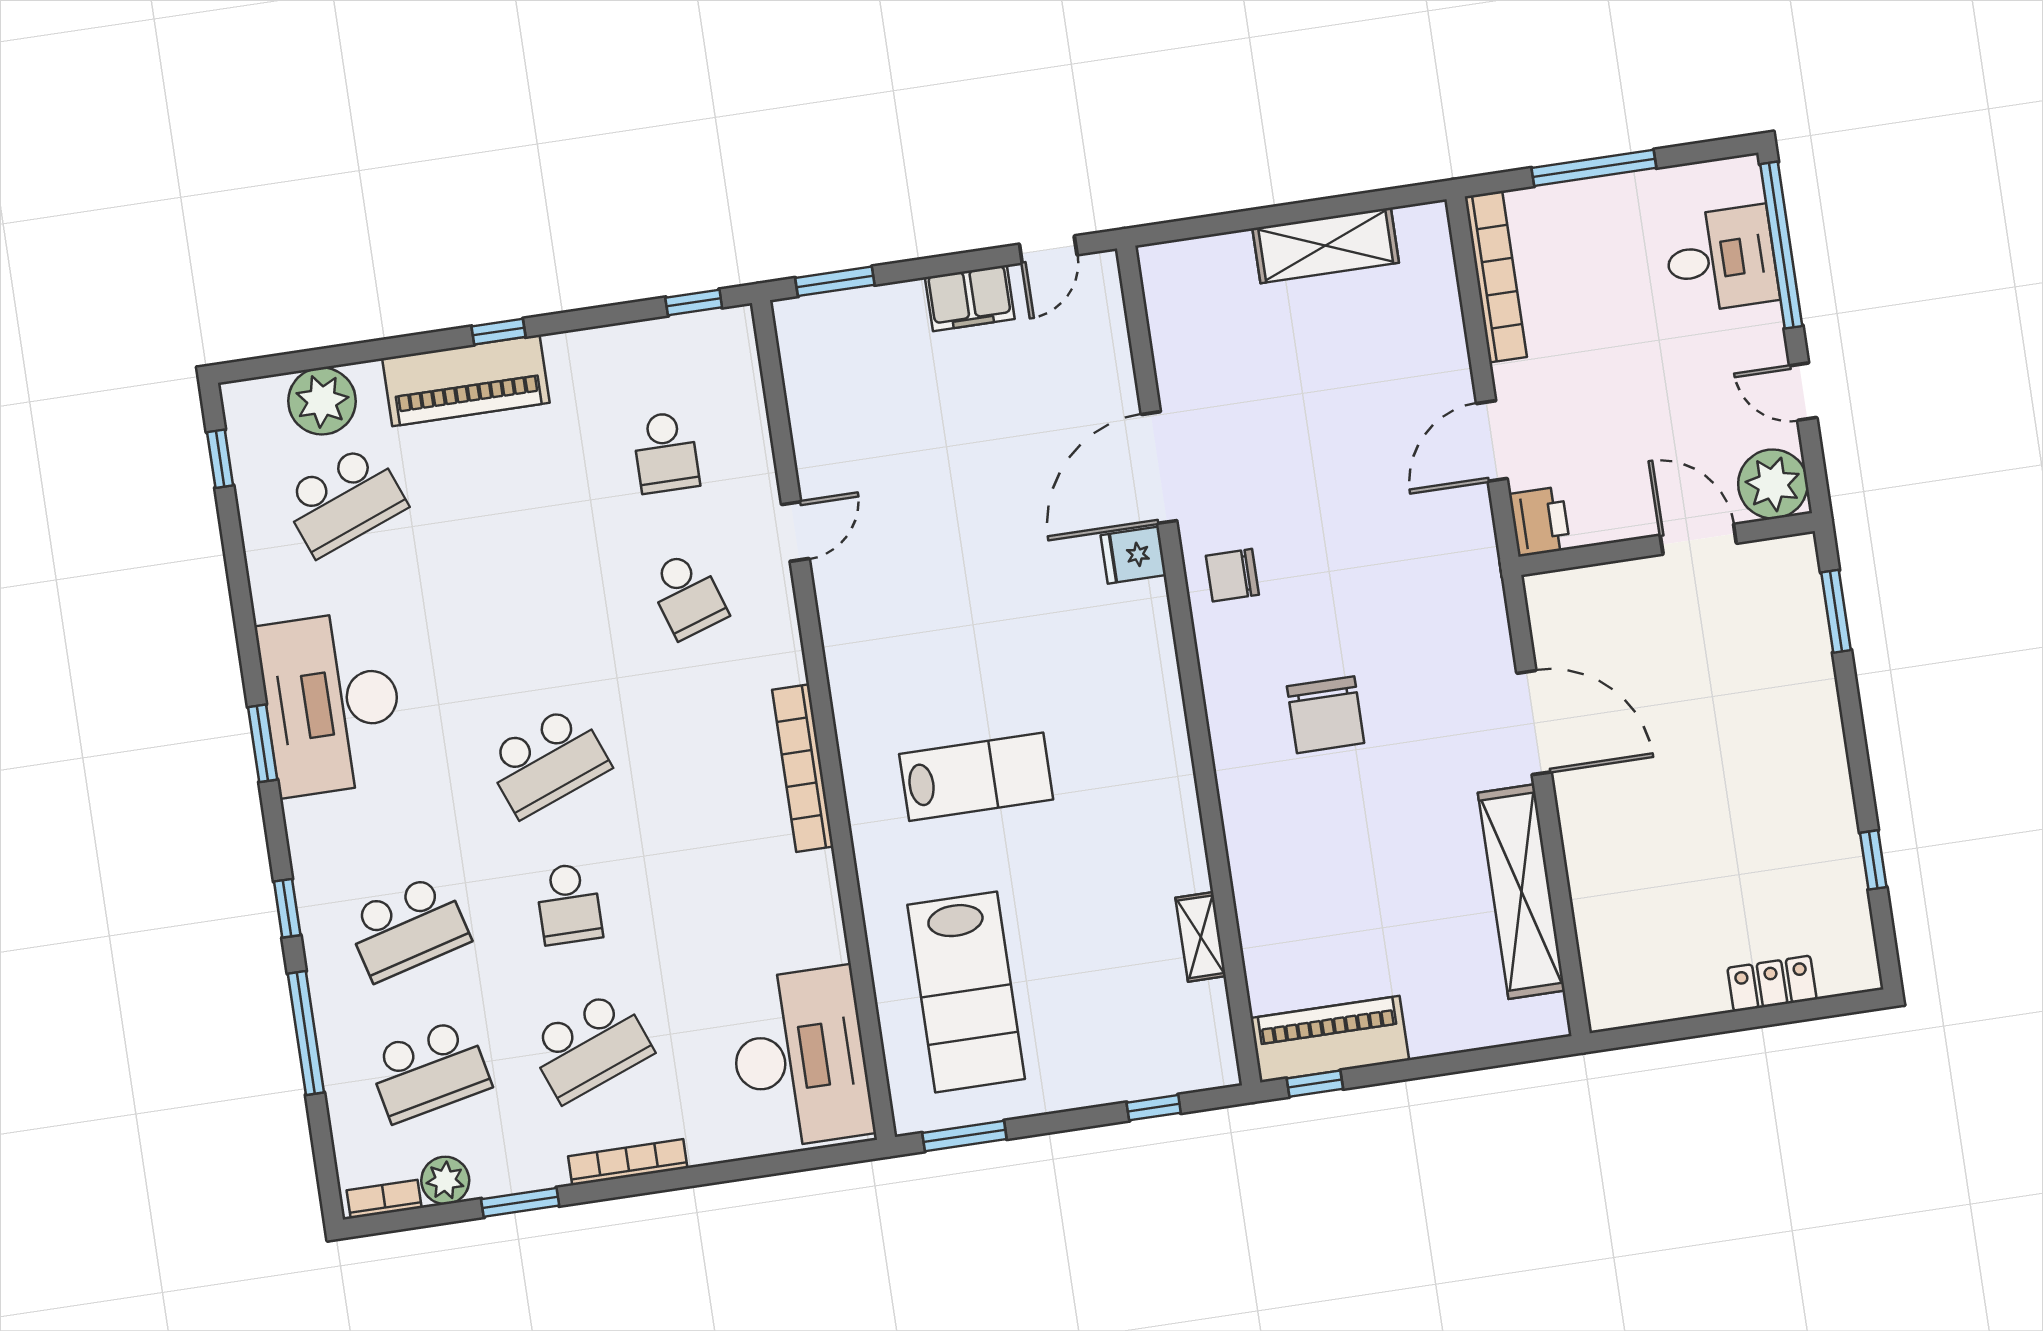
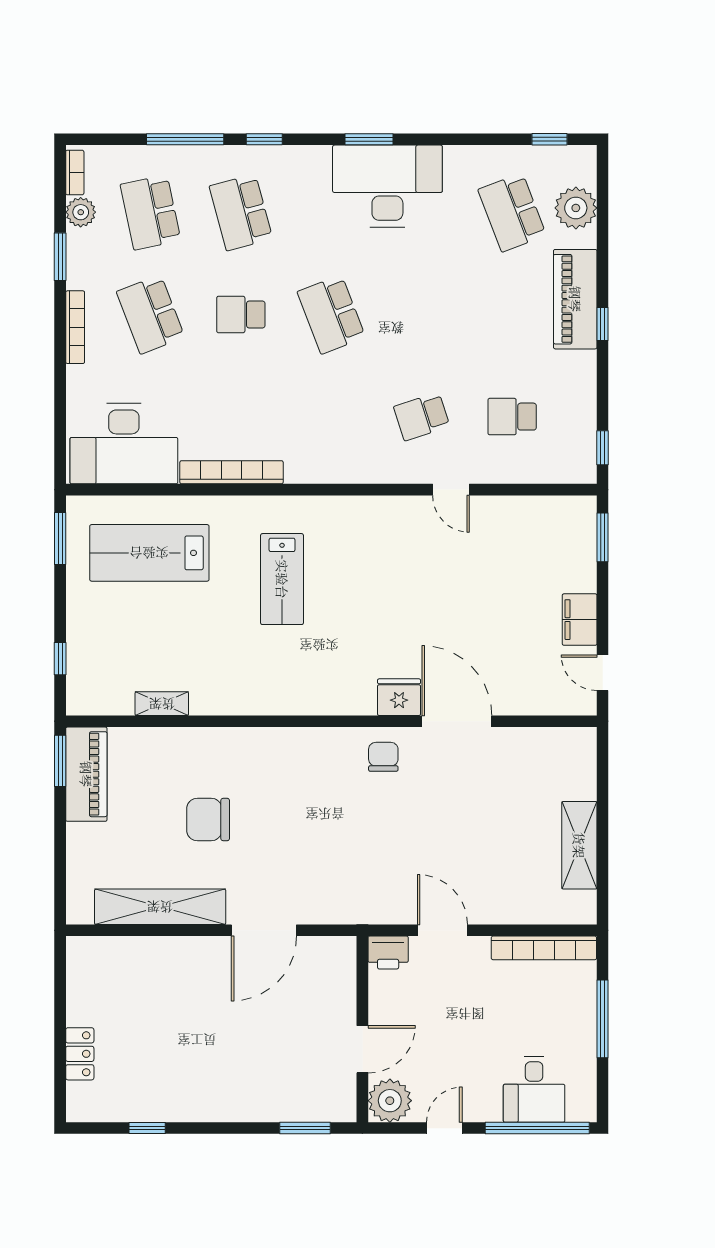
fridge: (1133, 555) -> (399, 697), width x1.38
chair: (1326, 715) -> (208, 819), moved
bookcase: (803, 768) -> (231, 472), moved
window: (1315, 1084) -> (60, 761), width x1.50

